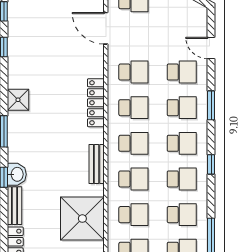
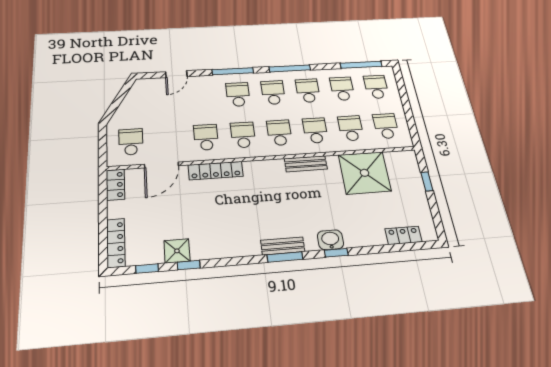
school desk: (182, 72) -> (202, 96), removed
shower: (18, 100) -> (177, 251), moved
locker: (96, 103) -> (216, 171), moved
window: (211, 105) -> (233, 71), width x1.44
window: (211, 164) -> (290, 68), width x2.17
bench: (14, 206) -> (283, 246), moved

